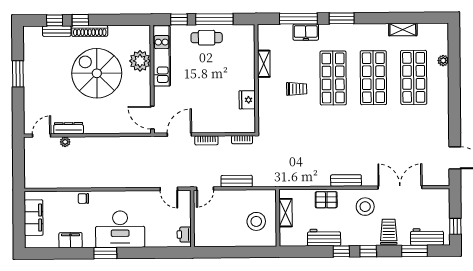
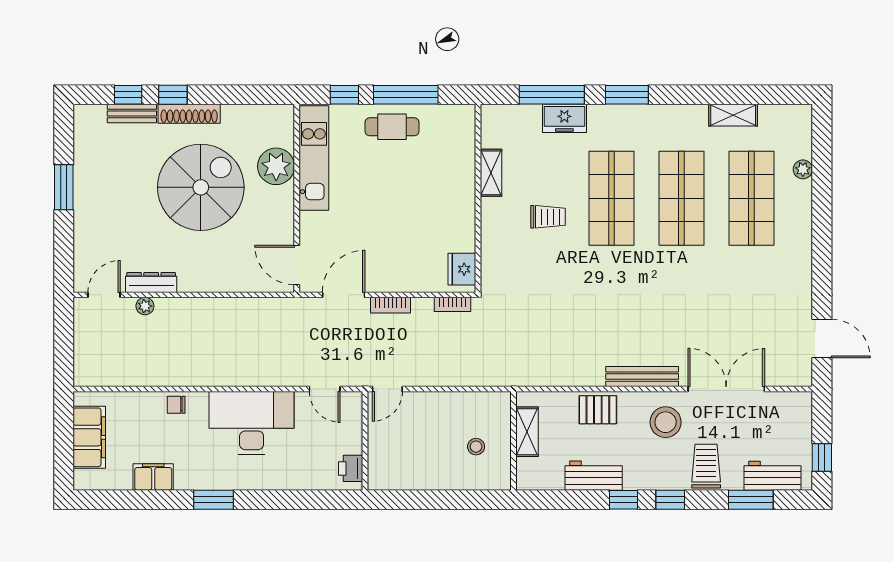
spiral stairs: (97, 73) -> (201, 187), turned 90
fridge: (247, 100) -> (462, 269), moved
bench: (346, 180) -> (642, 377), width x1.36
bench: (237, 181) -> (443, 376), removed
stool: (256, 221) -> (476, 447), width x0.53, depth x0.53
desk: (120, 229) -> (252, 423), moved, turned 180

